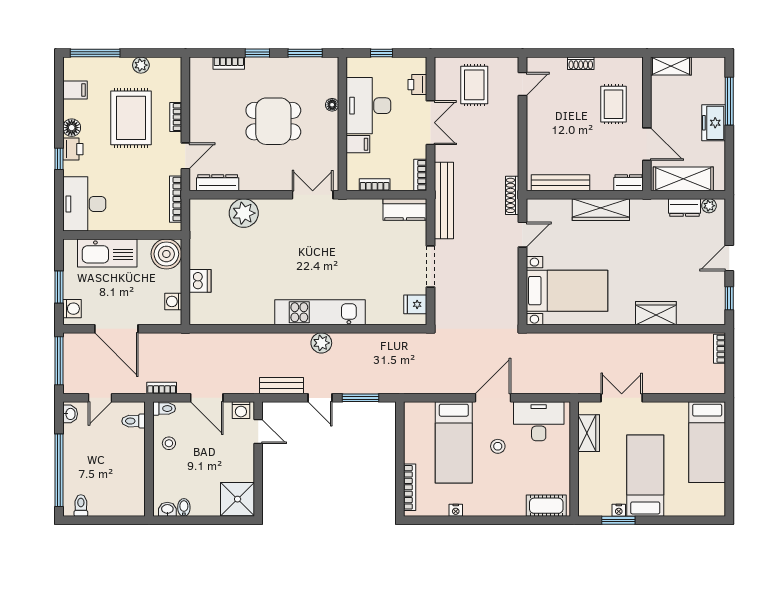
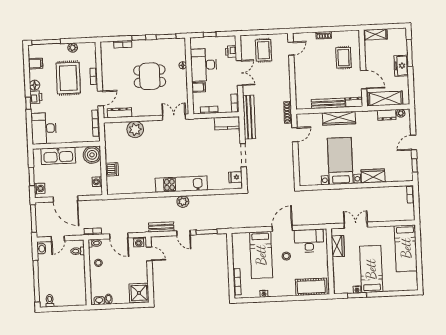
bench: (560, 183) -> (328, 103), moved
bed with nightstands: (567, 291) -> (340, 161), moved, turned -90
cot: (546, 506) -> (311, 287), width x1.37, depth x1.34

